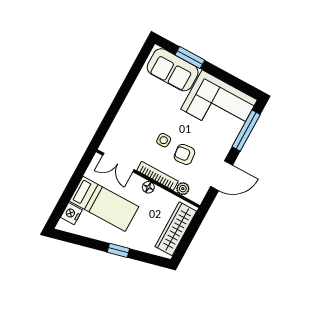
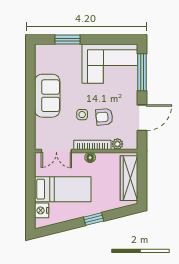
sofa: (173, 70) -> (47, 96), moved, turned -90

